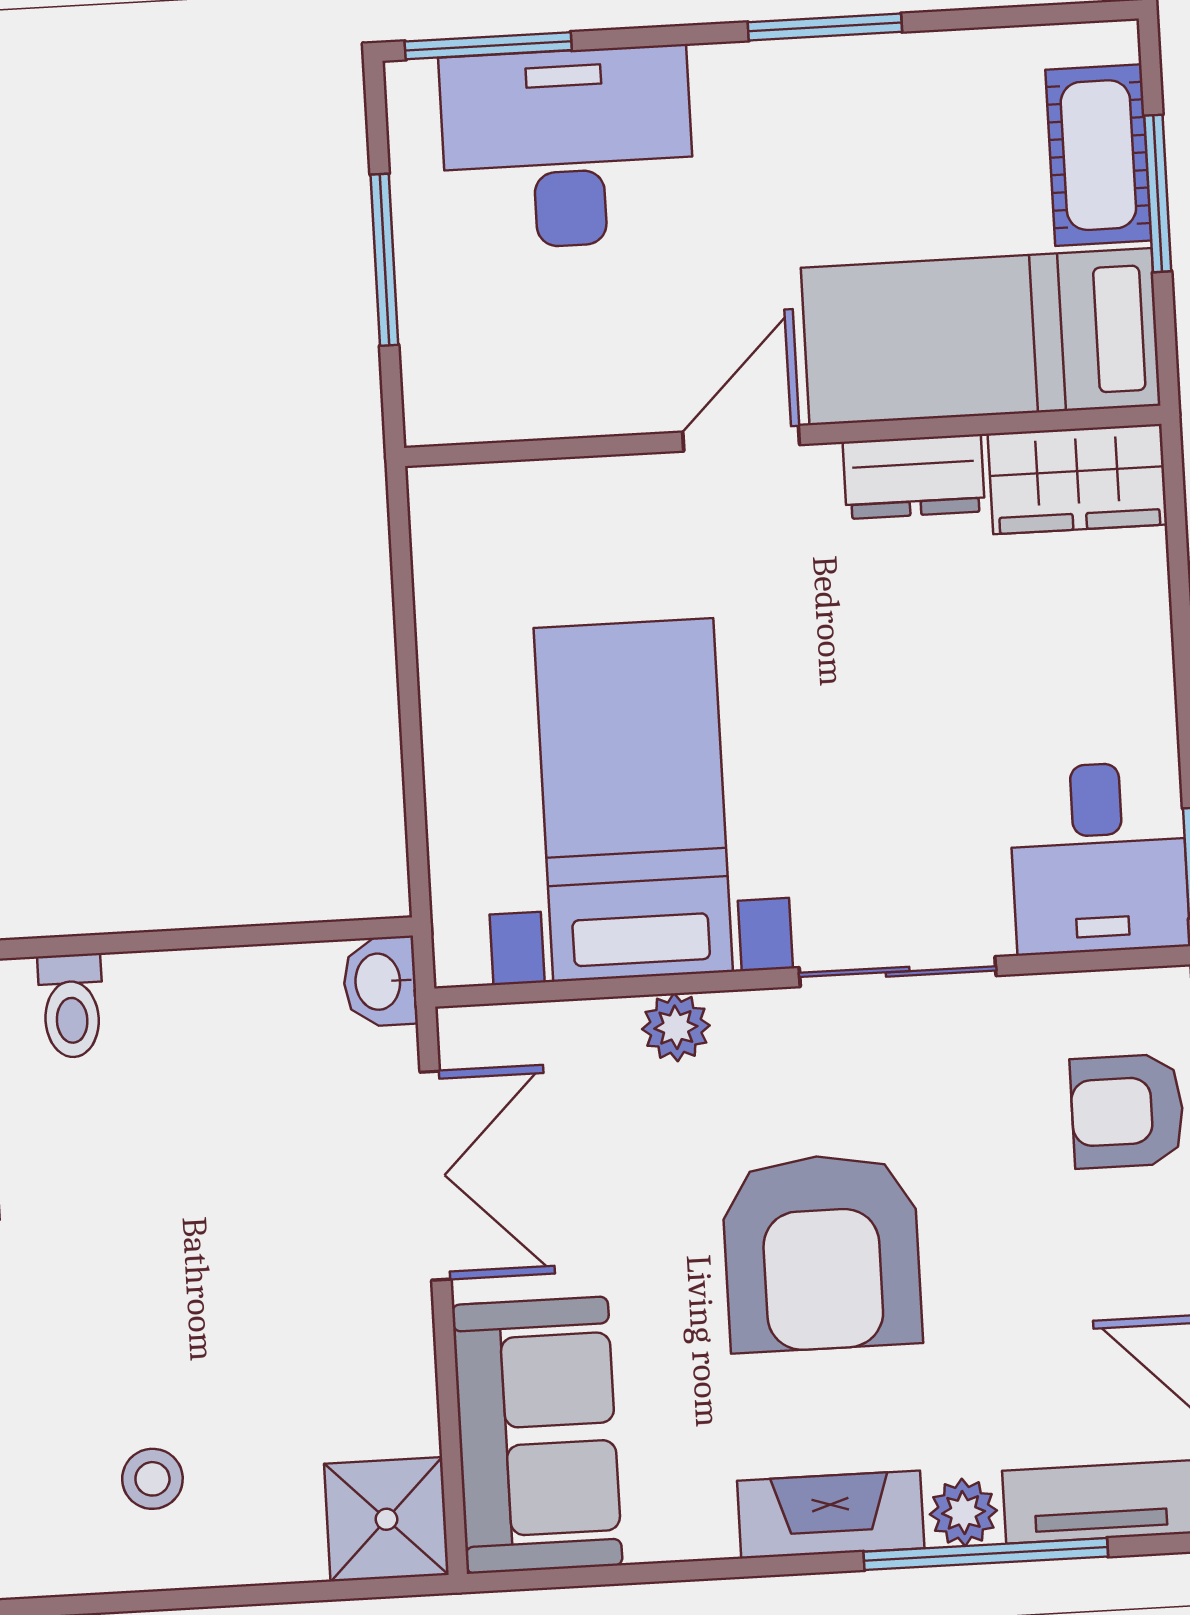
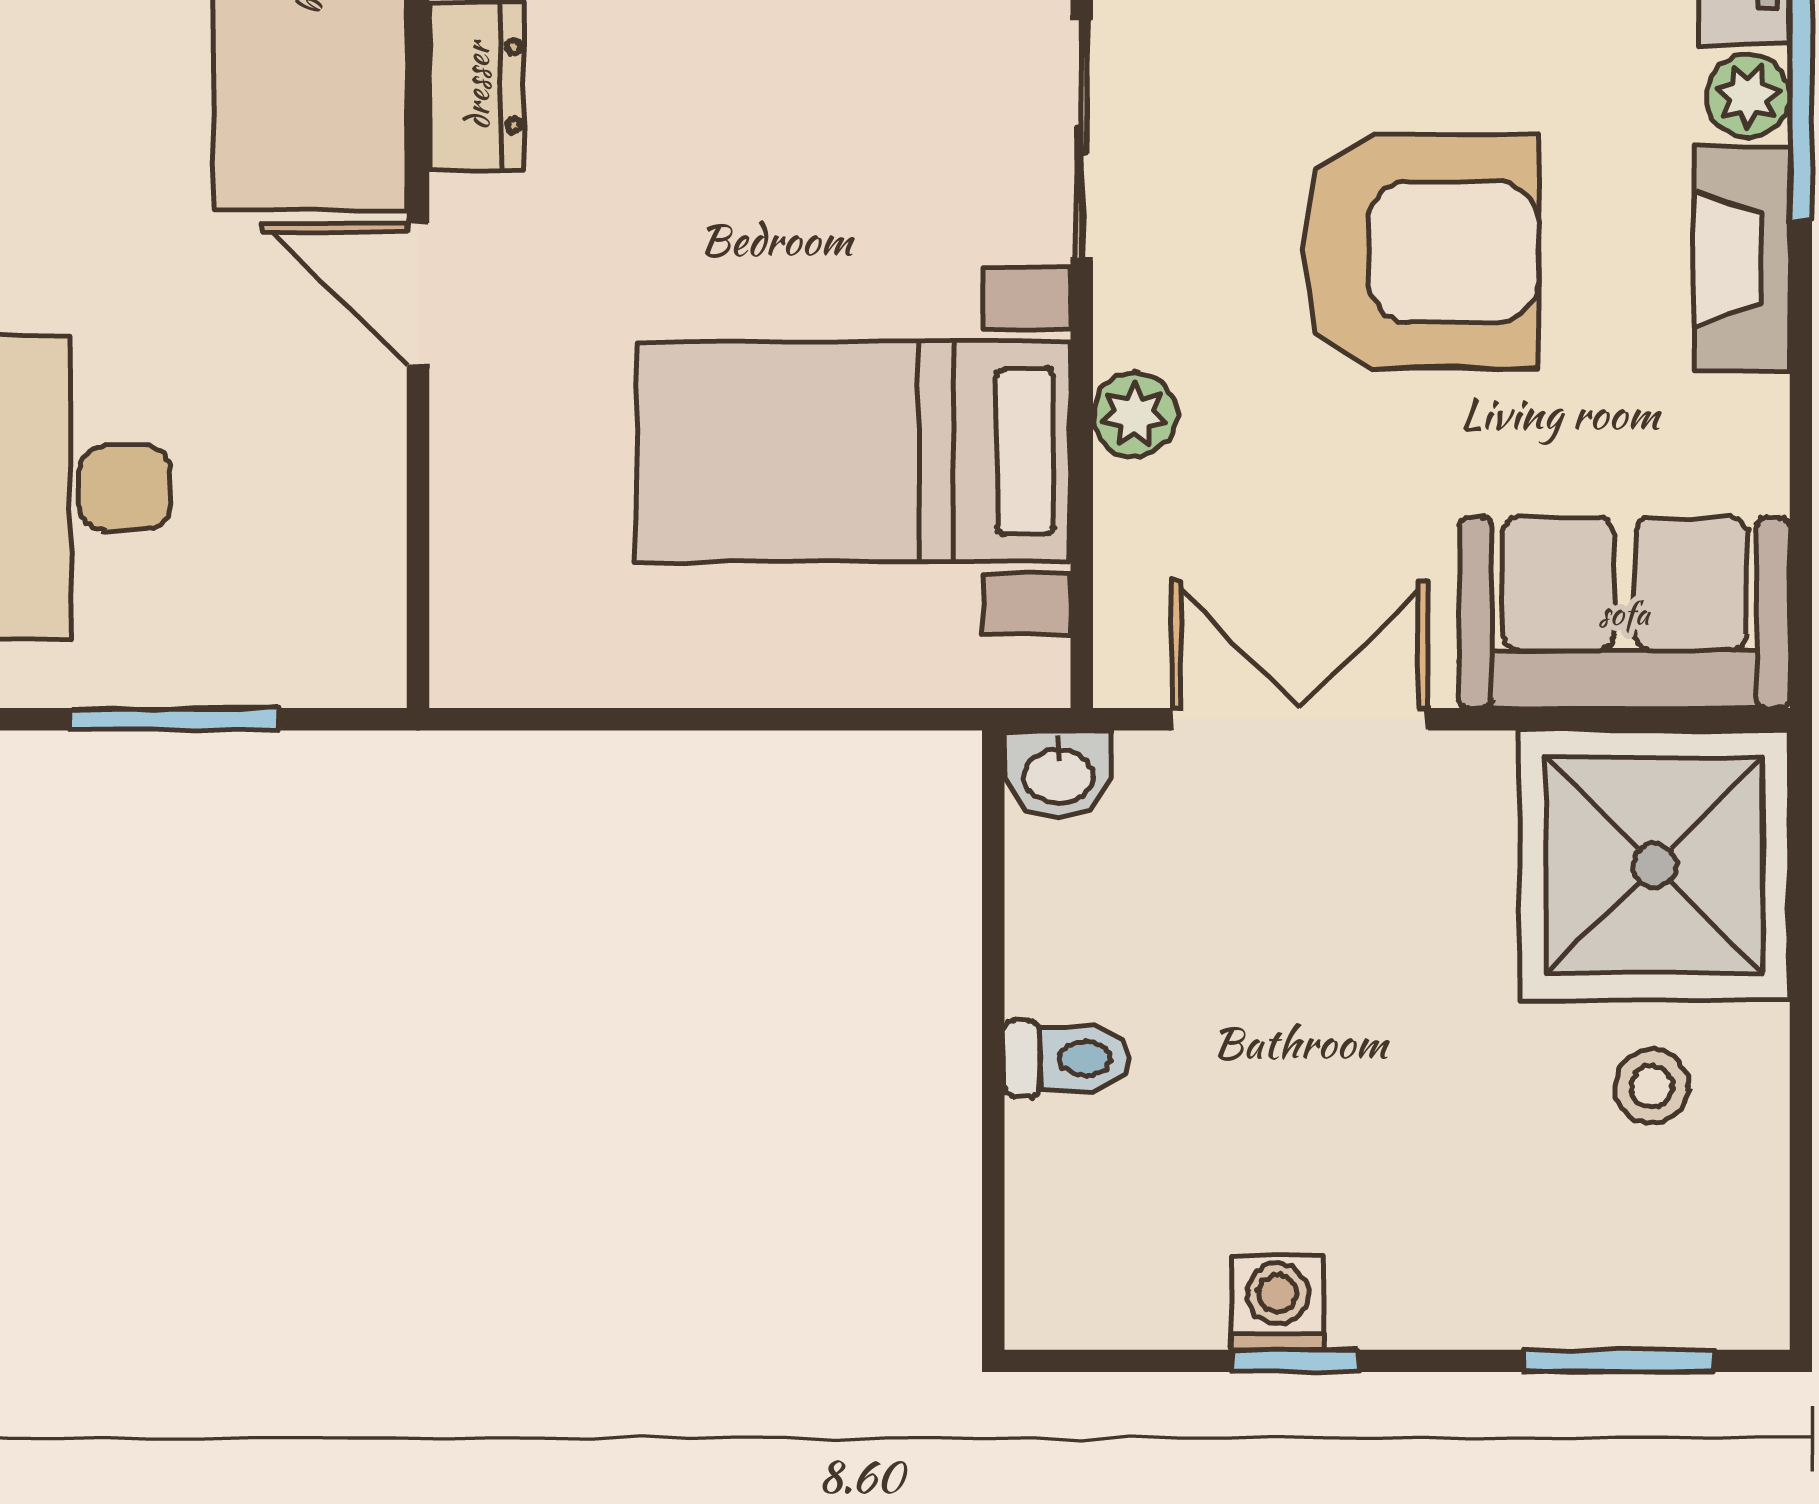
toilet: (71, 1006) -> (1067, 1058), moved
shower: (386, 1519) -> (1655, 865), width x1.86, depth x1.86

